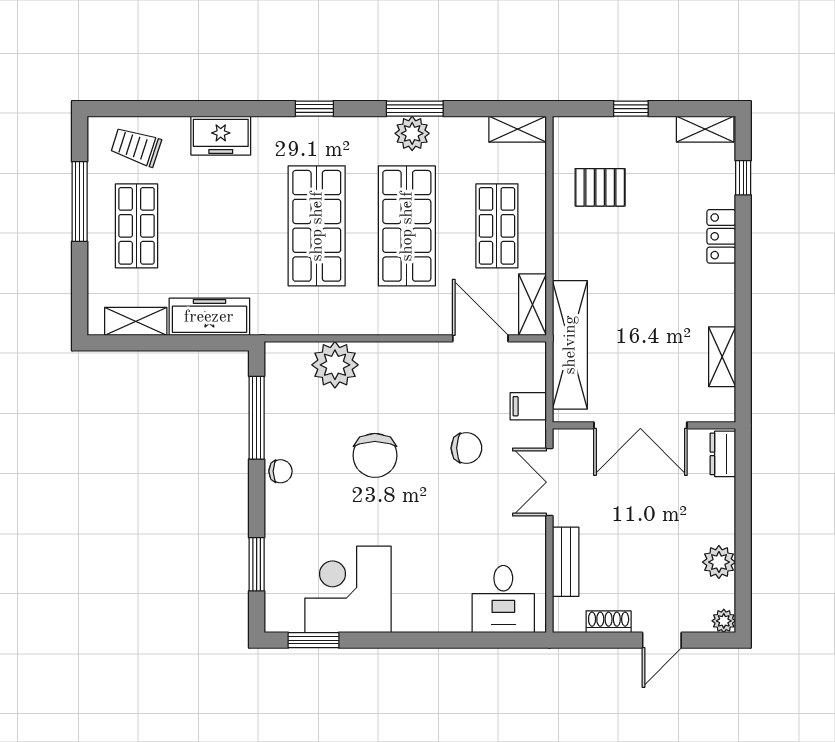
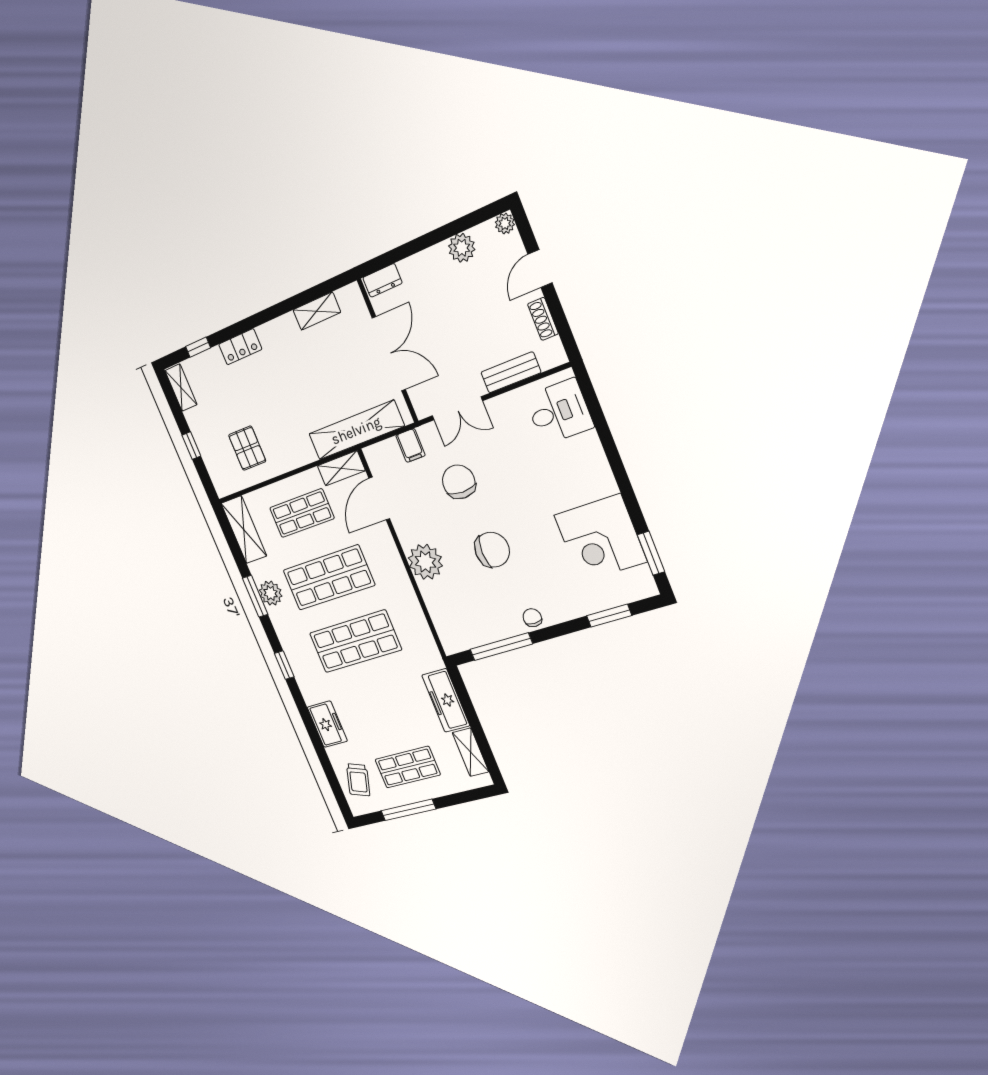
shelving: (518, 129) -> (244, 530), width x1.50, depth x1.33
plant: (335, 365) -> (425, 562), moved
chair: (466, 448) -> (459, 482), width x1.37, depth x1.37
door: (662, 640) -> (540, 268), swing flipped

